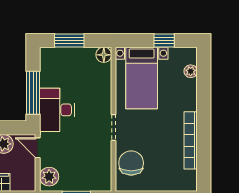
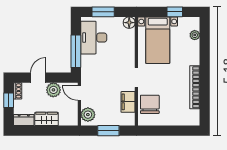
desk: (57, 110) -> (94, 38), moved
filing cabinet: (102, 160) -> (128, 102), added

